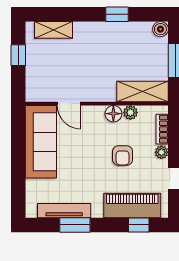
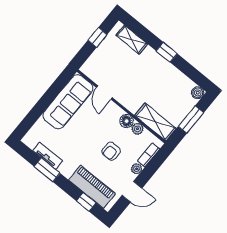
window: (117, 14) -> (167, 52), moved
tv unit: (64, 211) -> (48, 156), width x0.71

